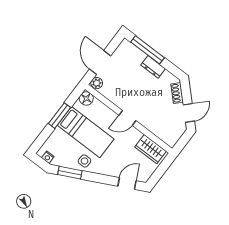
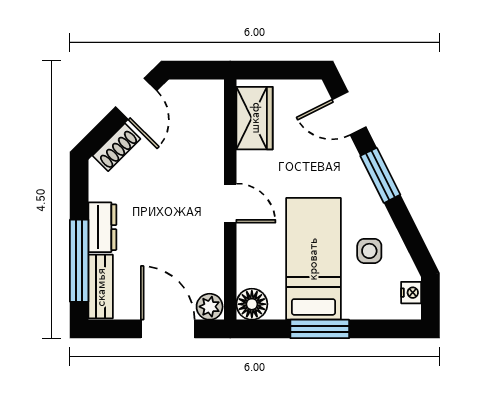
bench: (133, 50) -> (101, 287), added
door: (100, 62) -> (168, 329), swing flipped
door: (189, 113) -> (136, 99), swing flipped
side table: (84, 161) -> (369, 251), moved
window: (70, 173) -> (380, 175), moved

